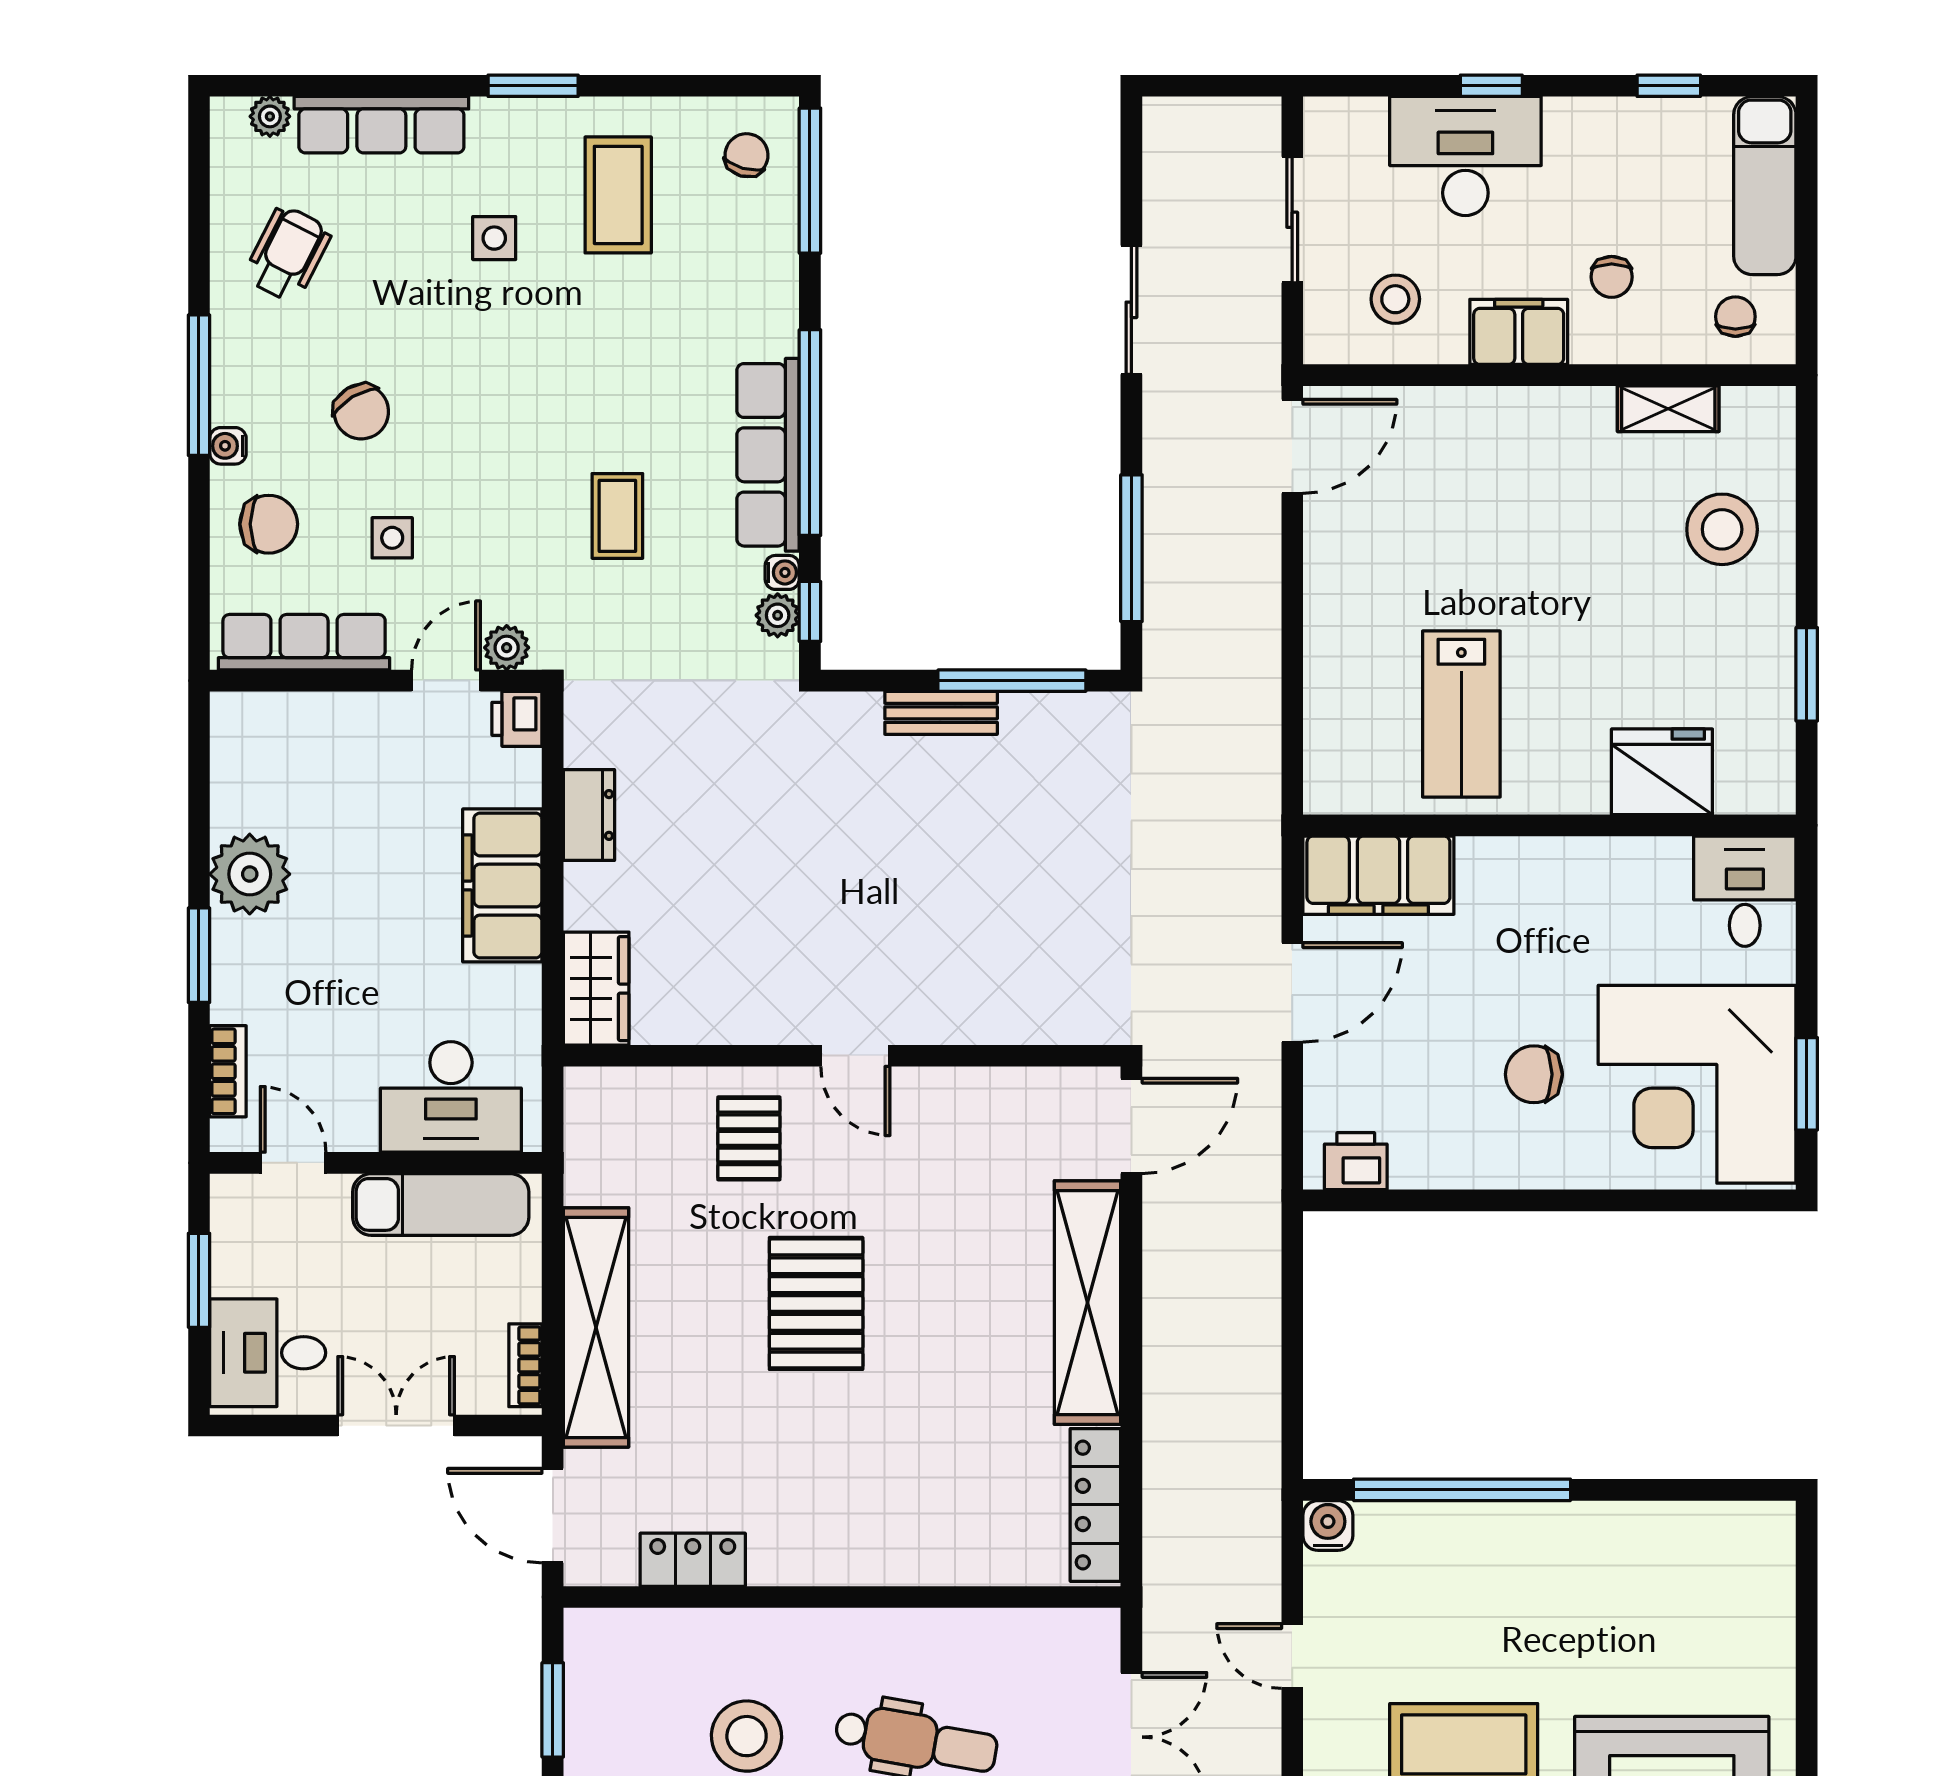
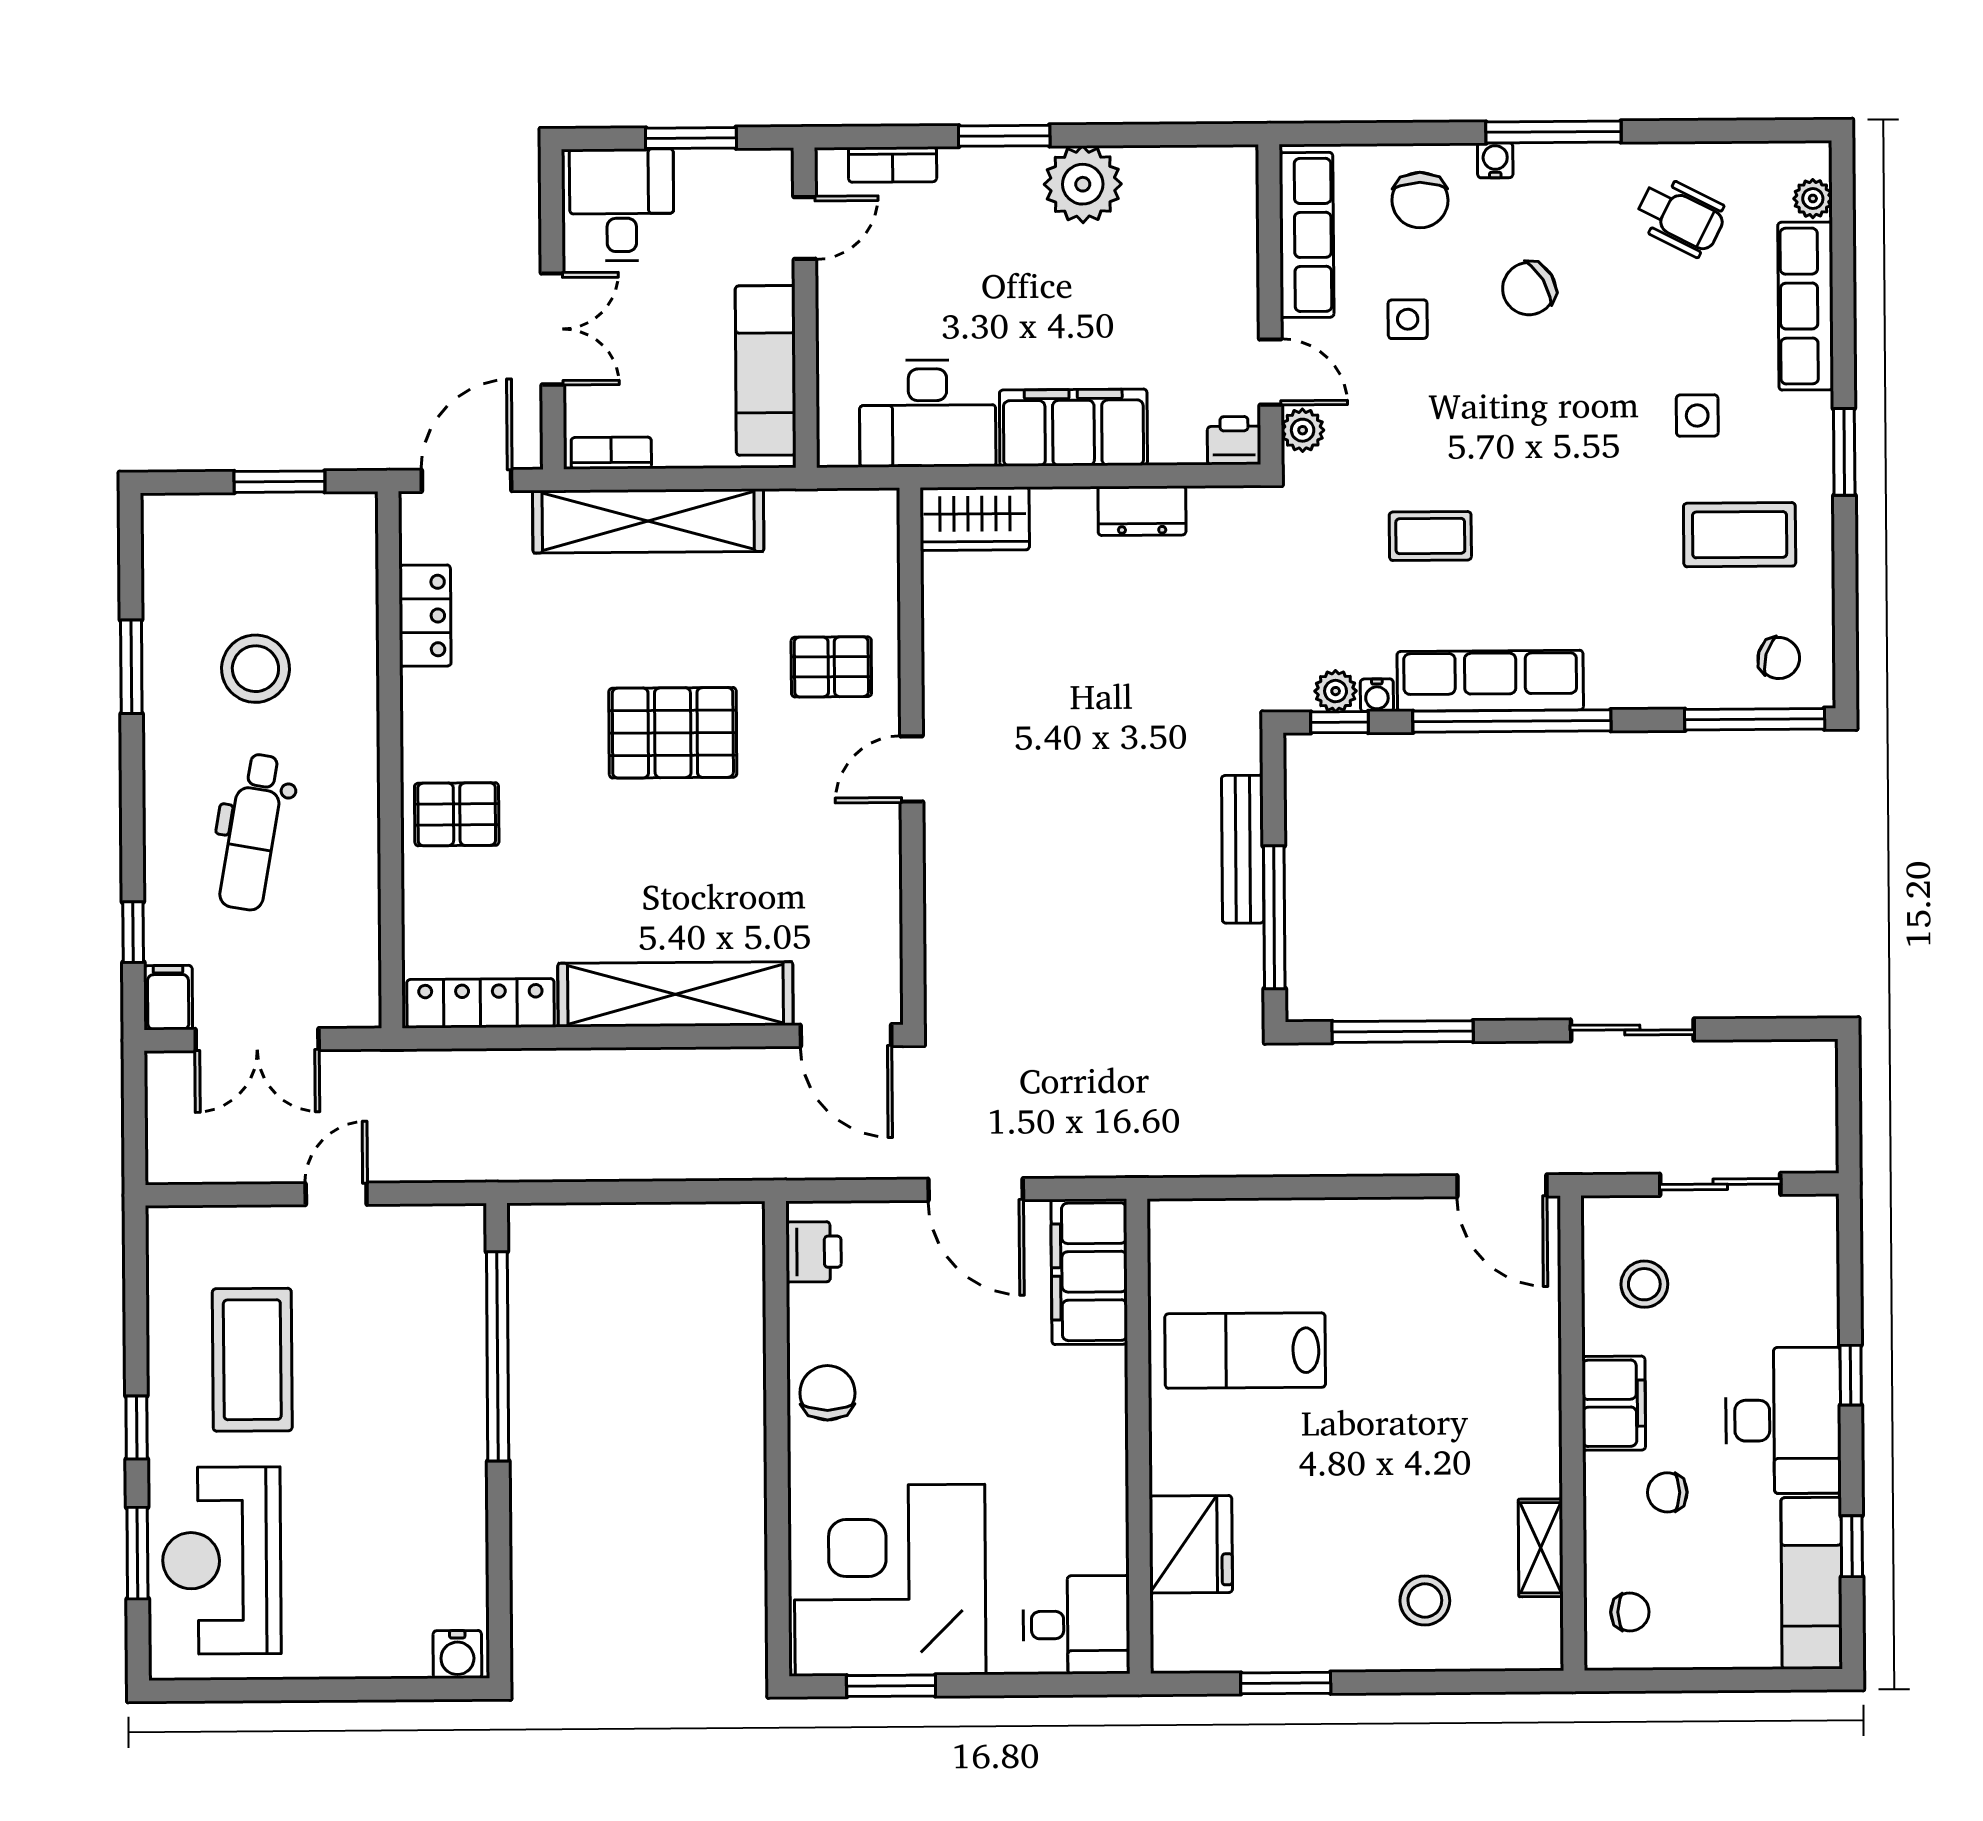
desk: (1465, 156) -> (1783, 1420), moved
exam couch: (1765, 186) -> (1812, 1583), moved, turned -90
stool: (1722, 529) -> (1425, 1600), width x0.73, depth x0.73
bench: (941, 713) -> (1243, 849), width x1.36
chair: (1534, 1074) -> (827, 1393), moved
desk: (451, 1097) -> (928, 414), moved, turned -90
water cooler: (1328, 1525) -> (457, 1654), moved, turned 90
pallet: (899, 1528) -> (457, 814), added

